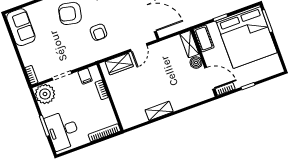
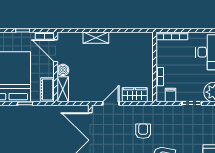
shelving: (159, 111) -> (96, 38), moved

